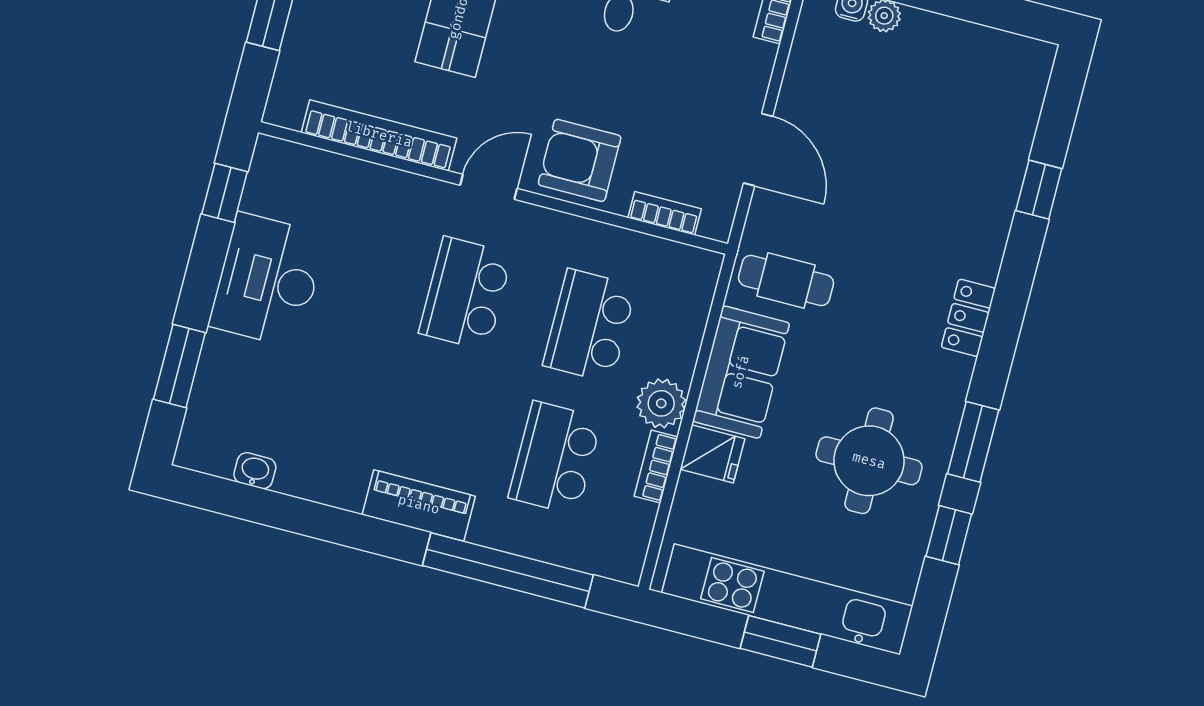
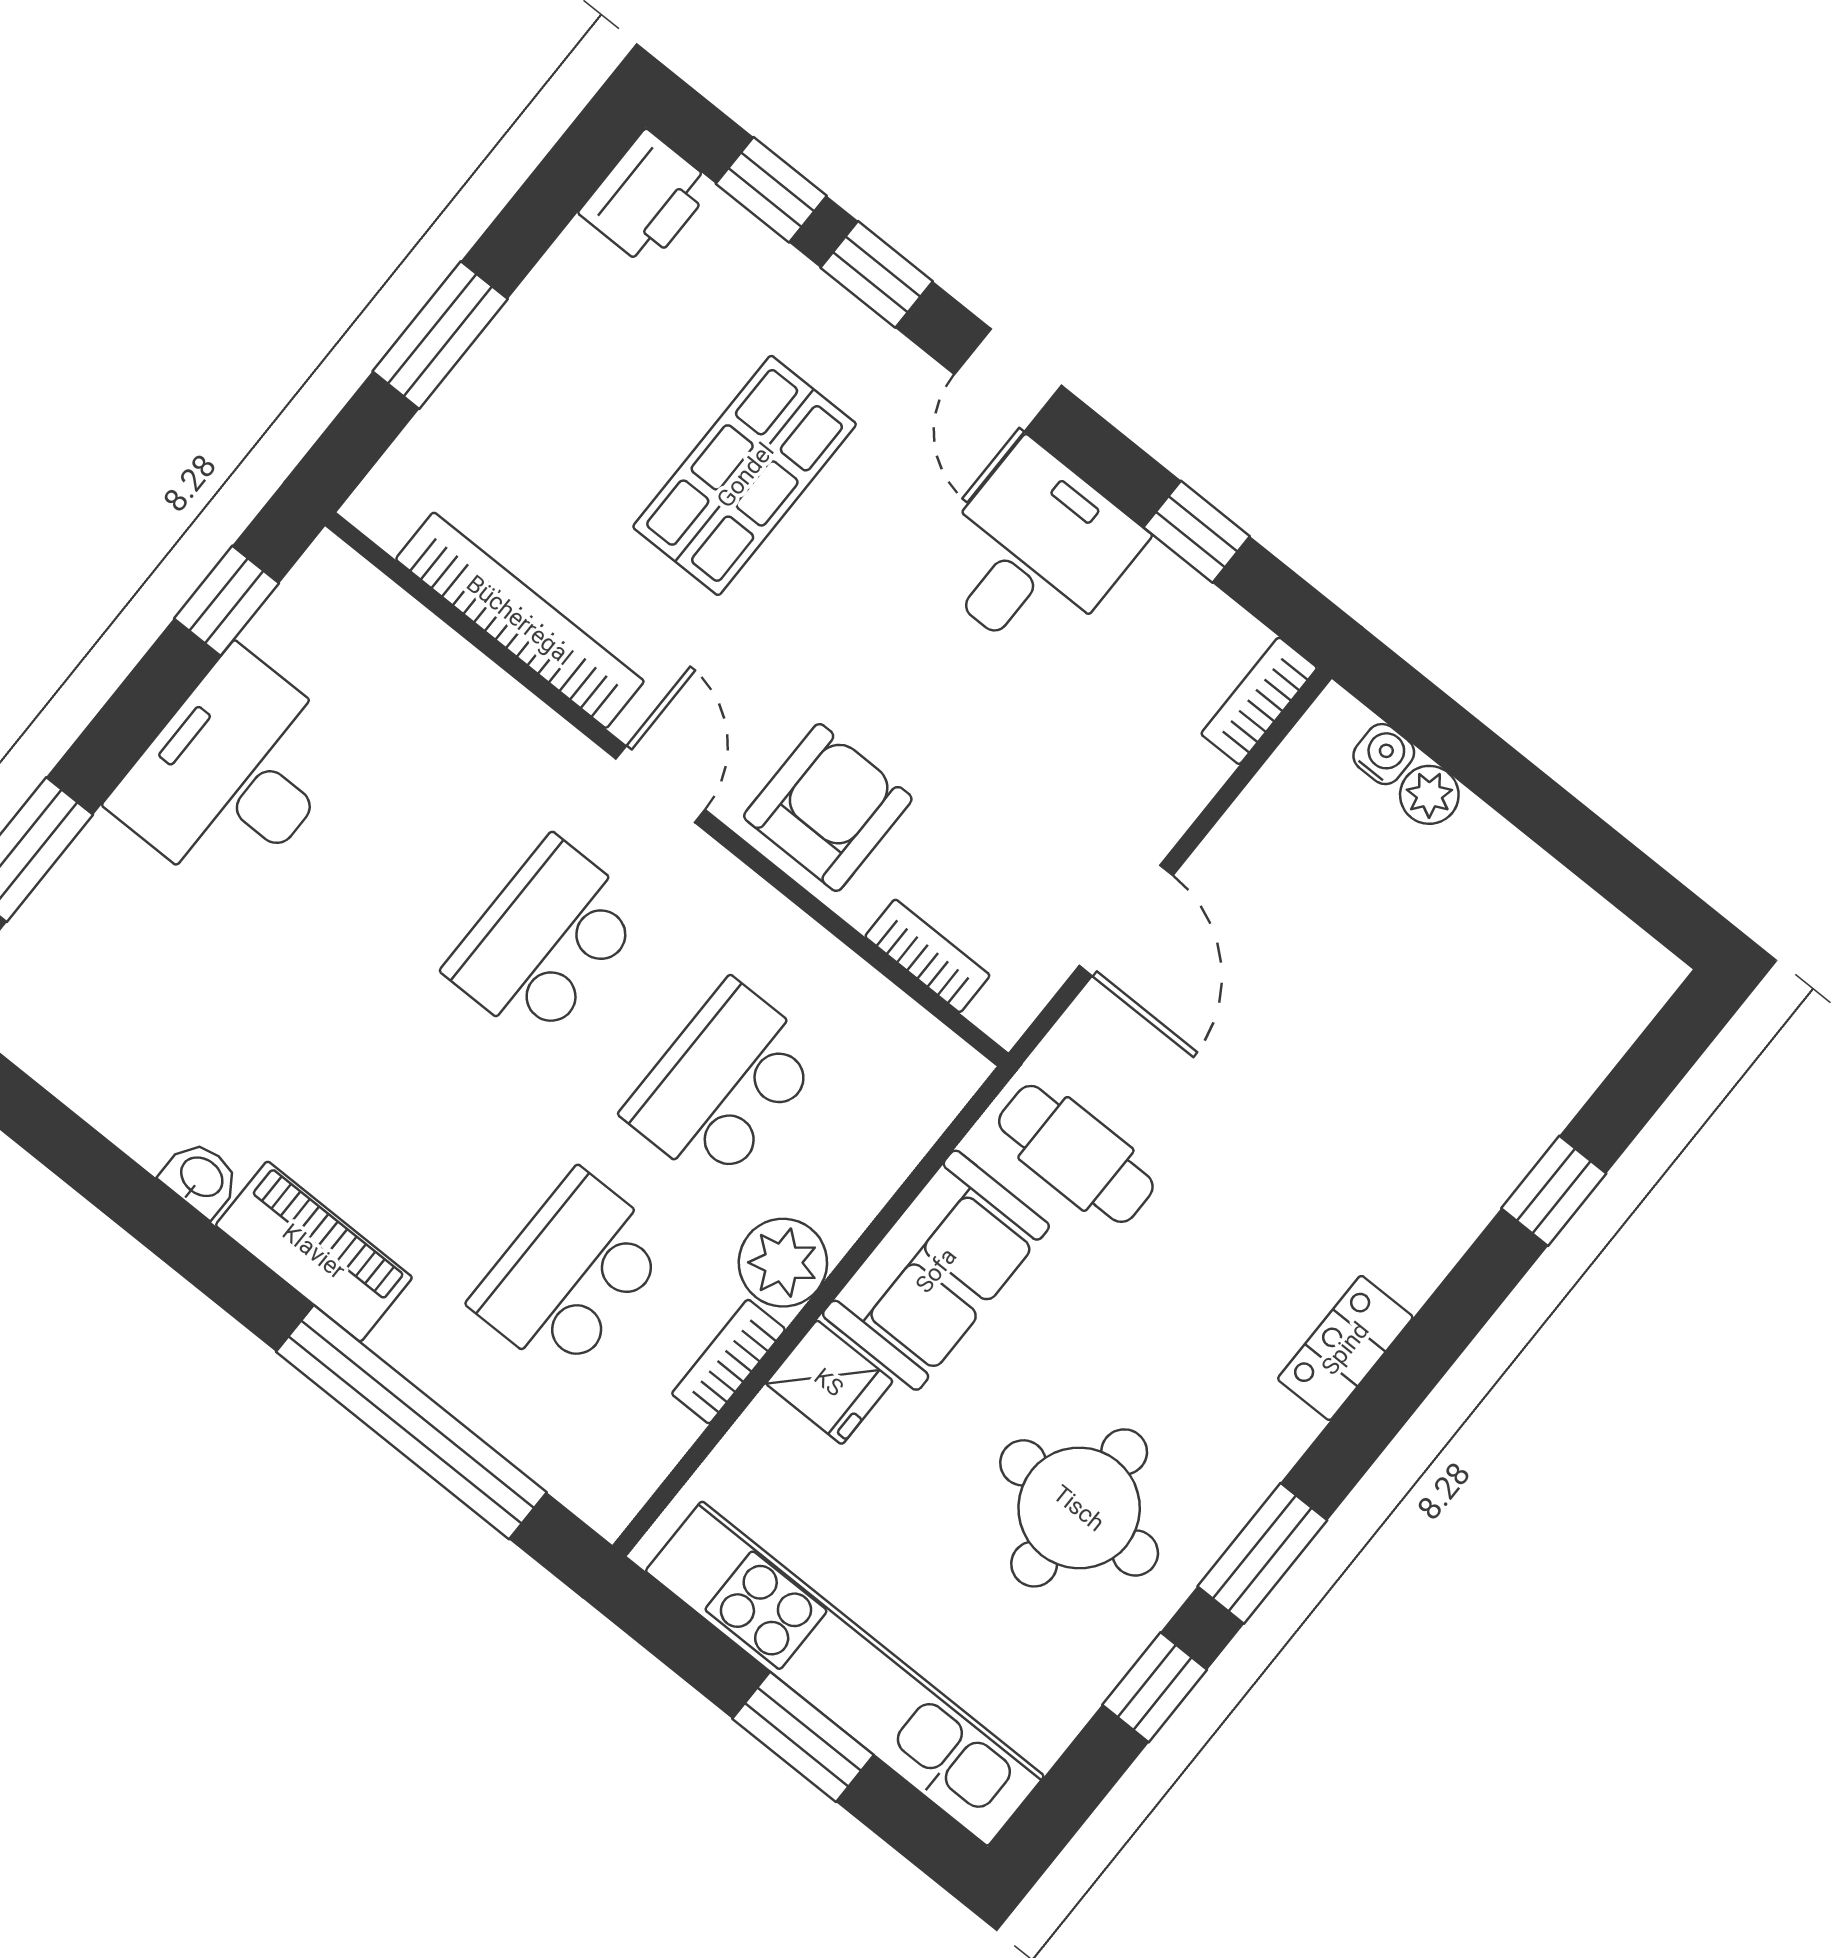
armchair: (580, 160) -> (828, 807), turned 90
door: (489, 187) -> (660, 784), hinge flipped
washbasin: (255, 471) -> (201, 1178), moved

